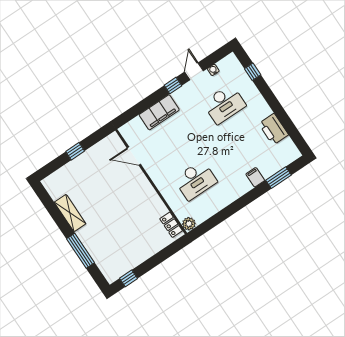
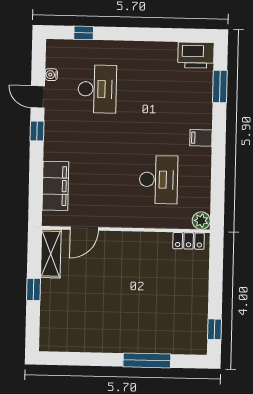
filing cabinet: (159, 112) -> (55, 186), moved
printer: (274, 129) -> (196, 55), moved
filing cabinet: (255, 177) -> (201, 138), moved
shelving: (70, 213) -> (51, 254), moved, turned 90

